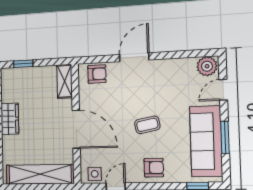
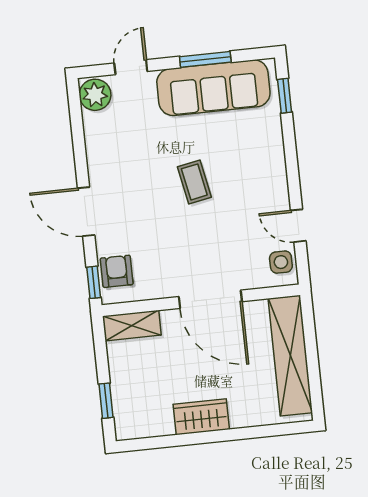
window: (91, 60) -> (94, 282), added
door: (223, 90) -> (131, 67), swing flipped
door: (76, 129) -> (210, 299), swing flipped
armchair: (154, 168) -> (262, 166), removed

